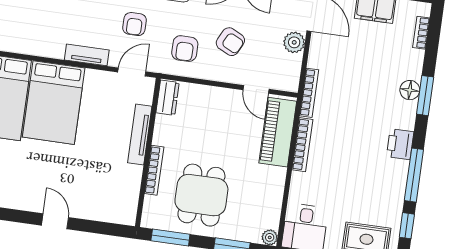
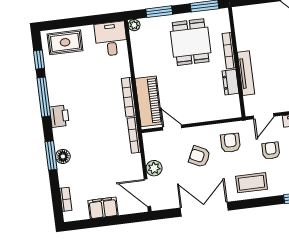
dresser: (168, 98) -> (230, 82), moved

